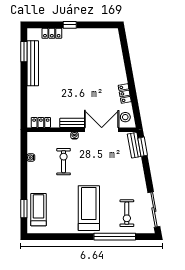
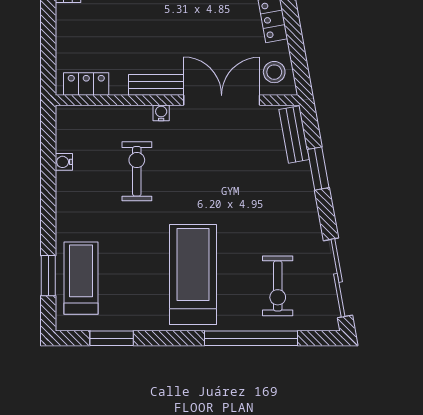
window: (143, 147) -> (318, 168), moved
window: (52, 237) -> (112, 338), added

